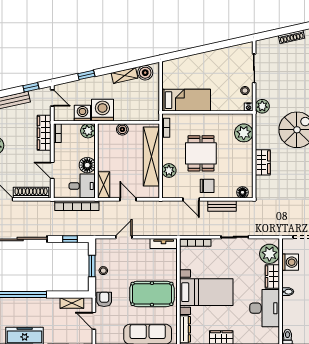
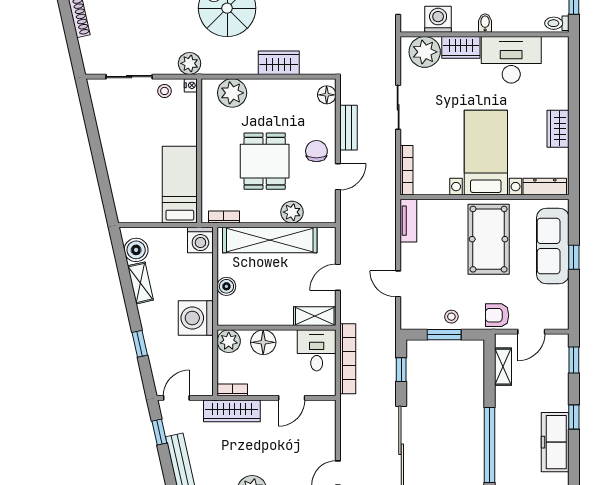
washing machine: (82, 113) -> (200, 240), moved, turned -90
dining table: (201, 153) -> (265, 161), turned 90
floor lamp: (87, 165) -> (263, 342), moved
shoe rack: (31, 193) -> (327, 432), removed

